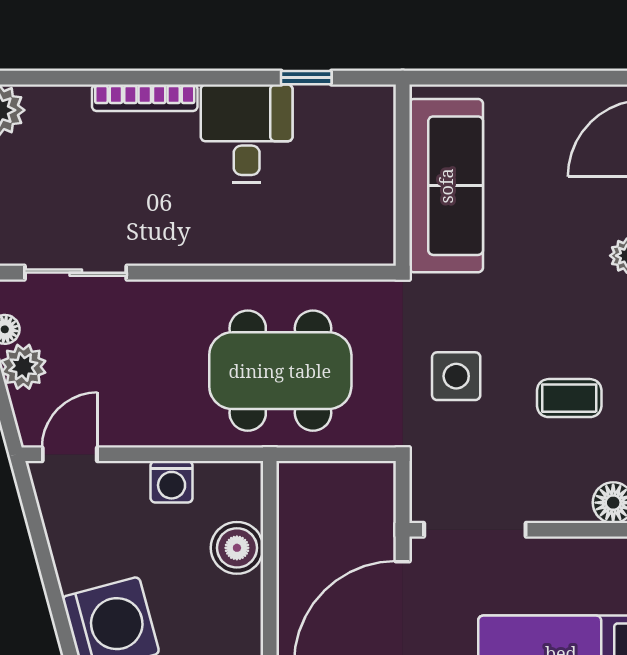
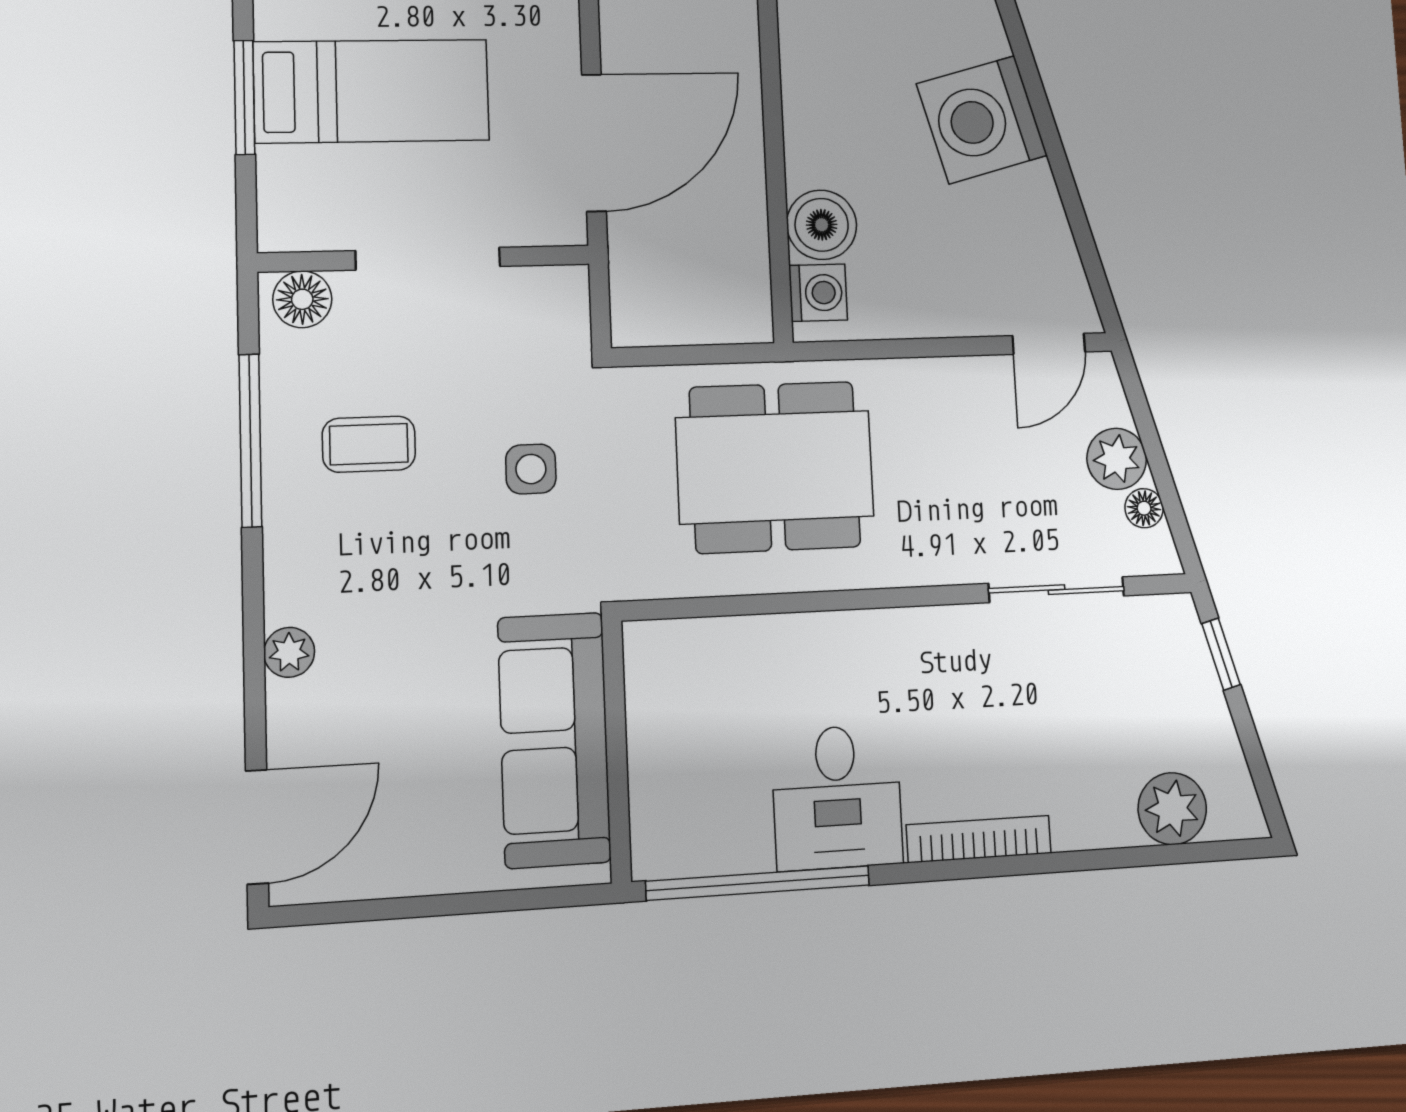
window: (306, 78) -> (758, 883), width x3.17
side table: (456, 376) -> (531, 469), width x0.73, depth x0.73
washing machine: (172, 482) -> (818, 293), moved, turned 90
doorway: (475, 530) -> (428, 259), moved

